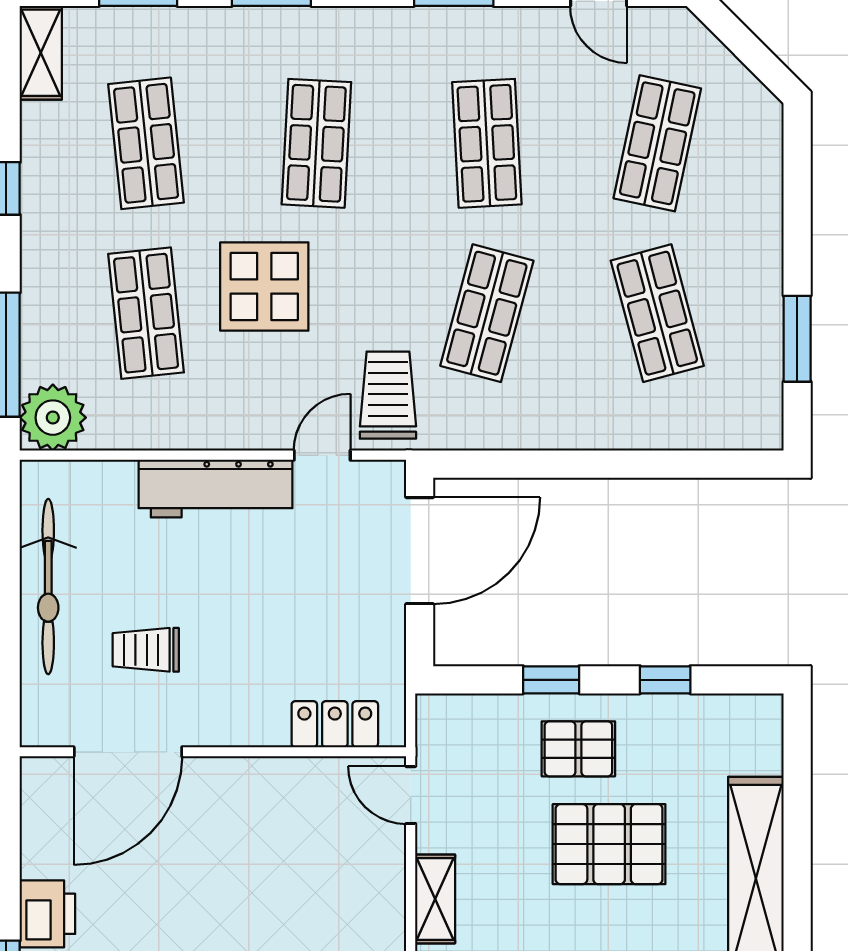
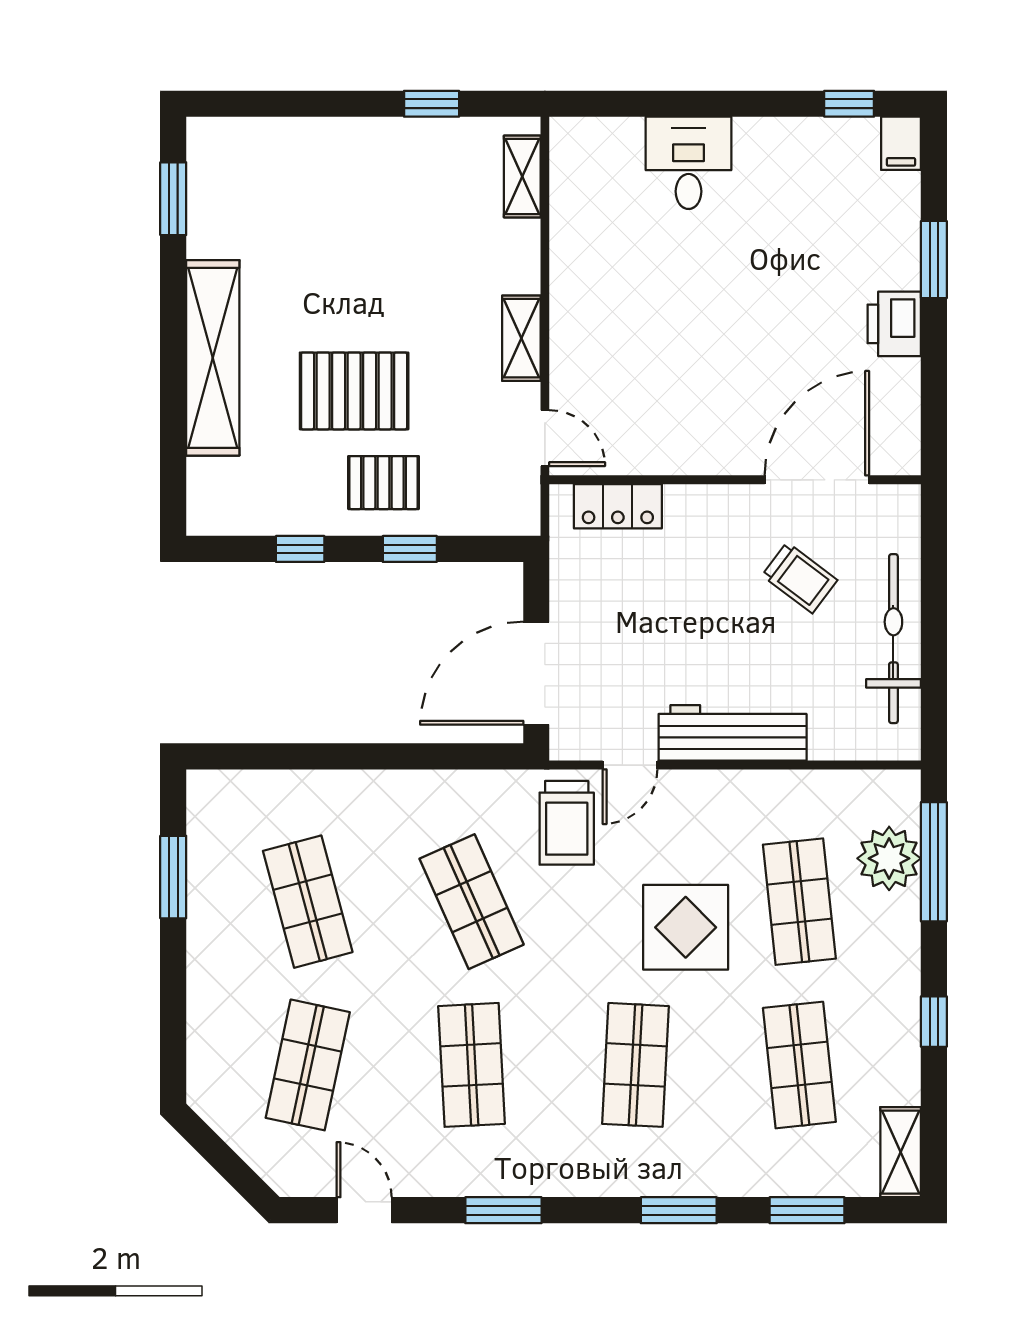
shop shelf: (487, 313) -> (472, 902), turned -39
plant: (53, 418) -> (889, 858), moved
trolley: (146, 650) -> (800, 578), turned 37

